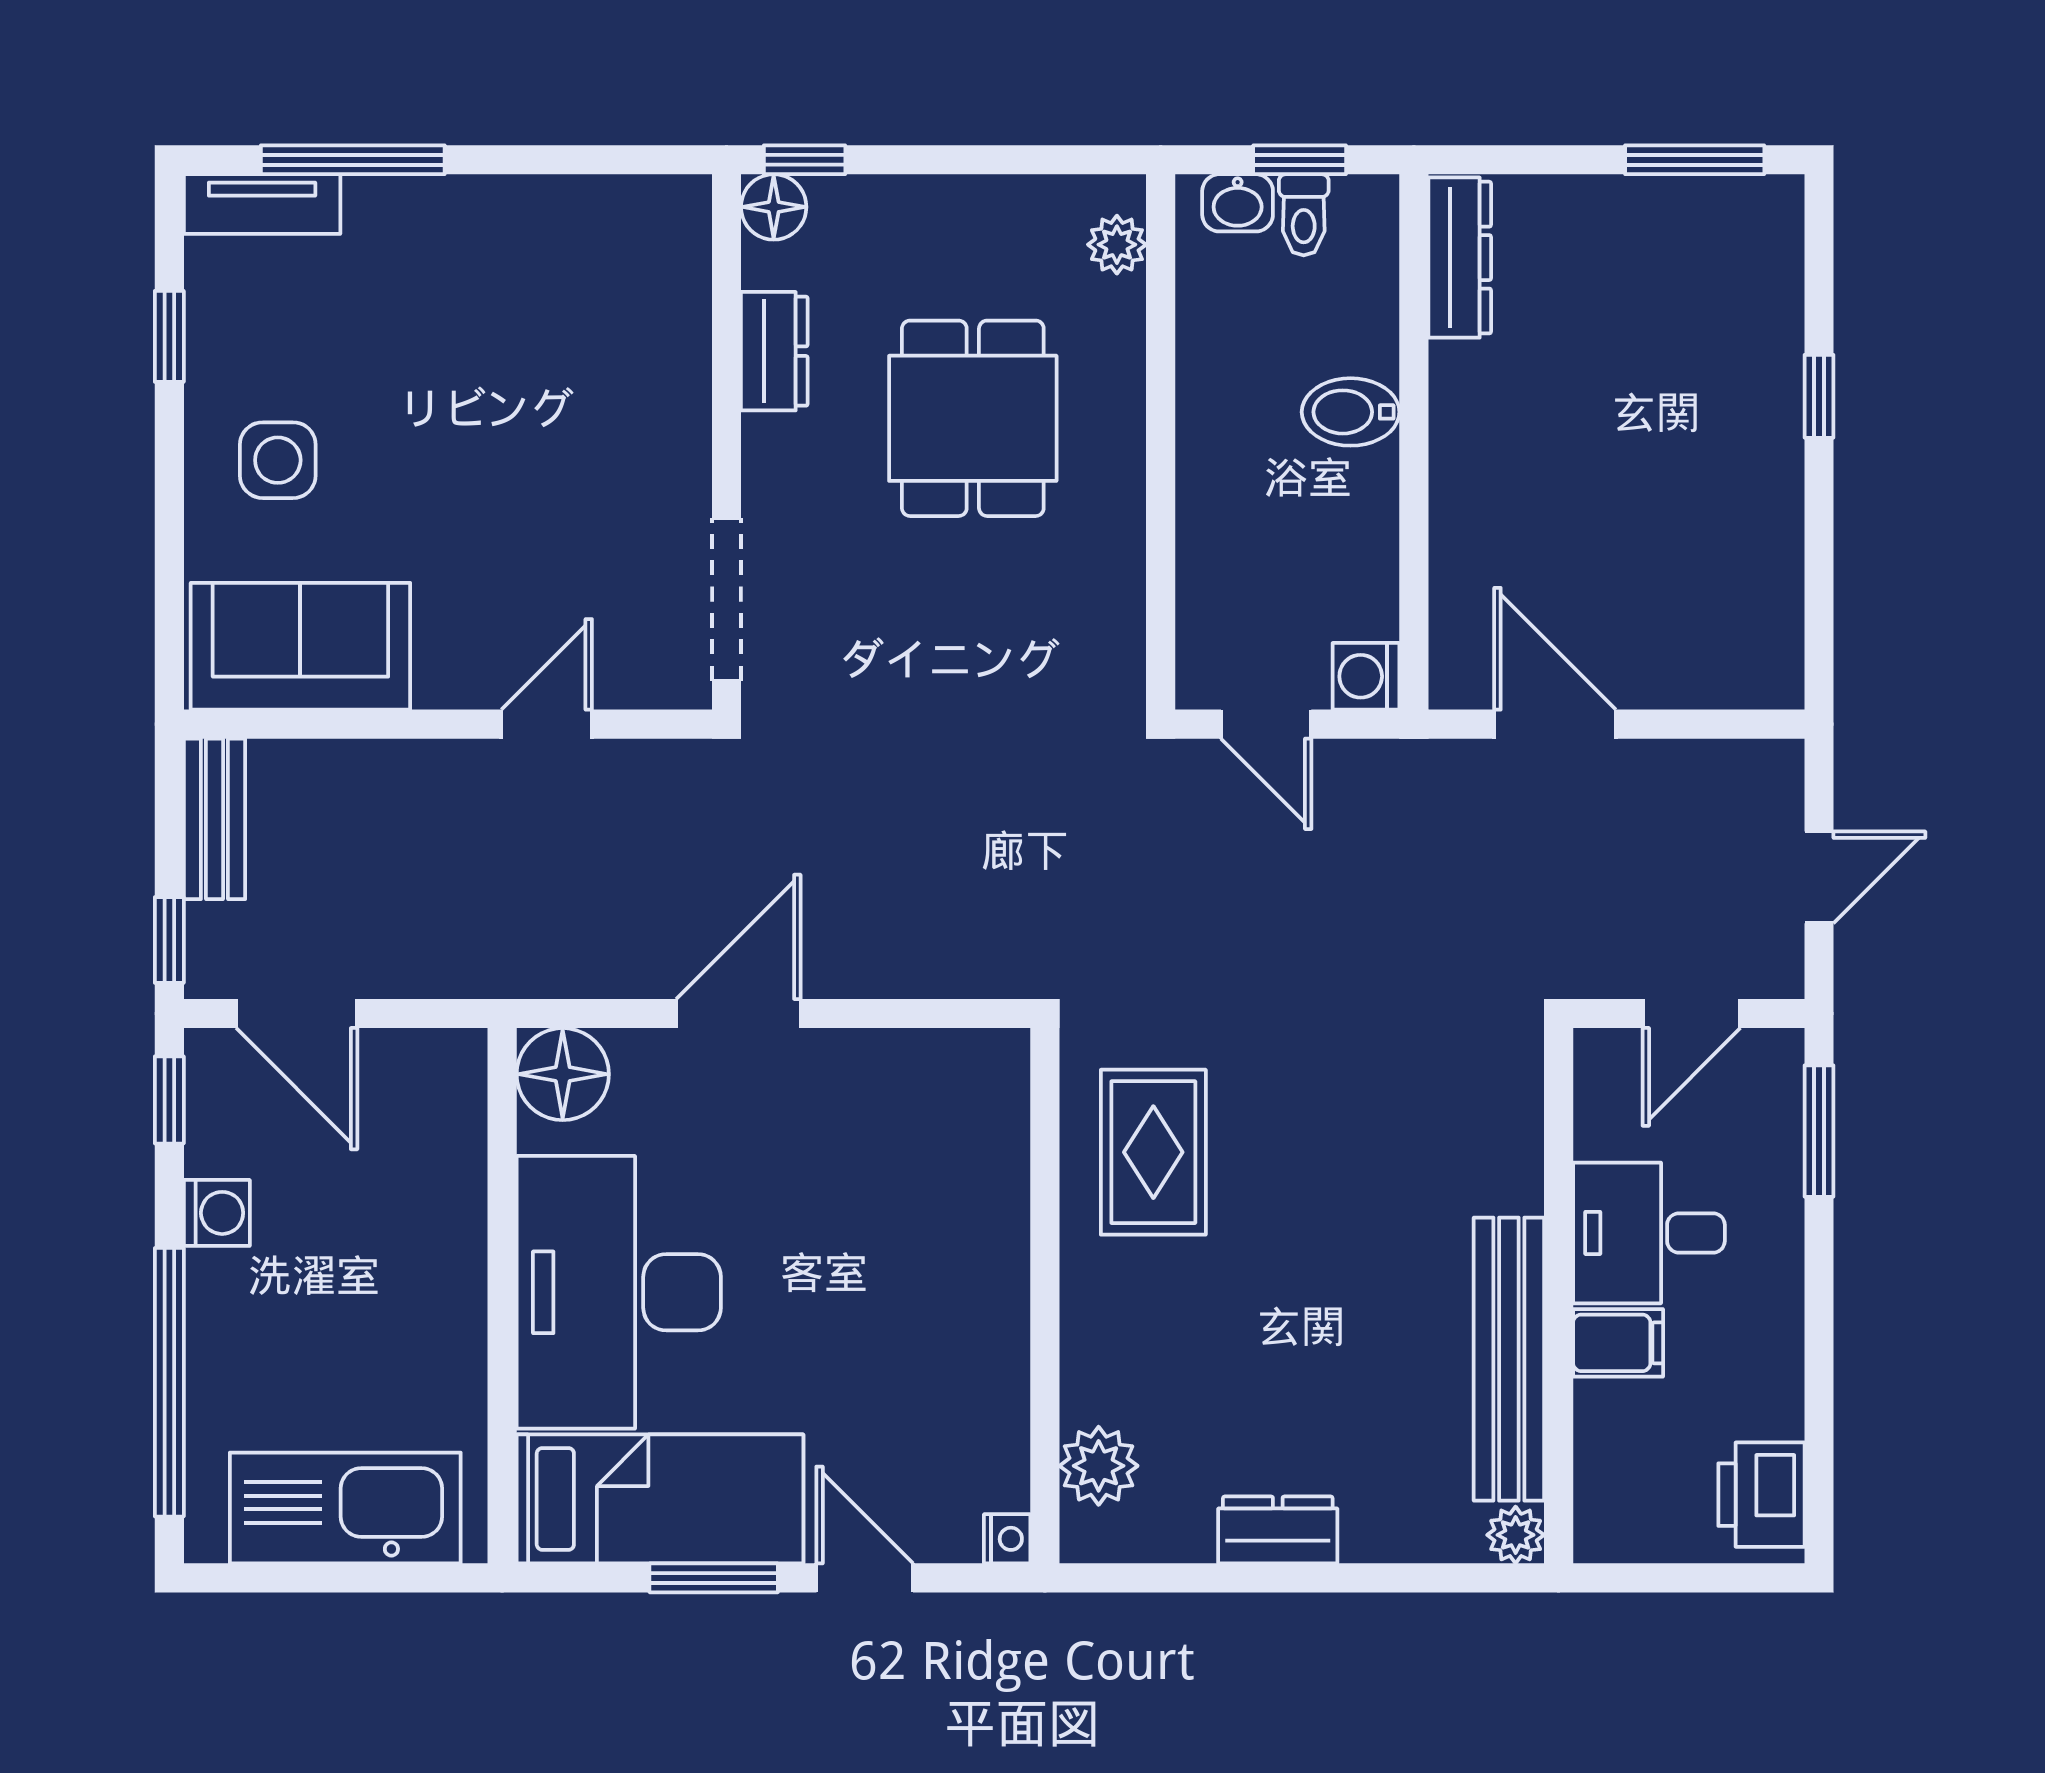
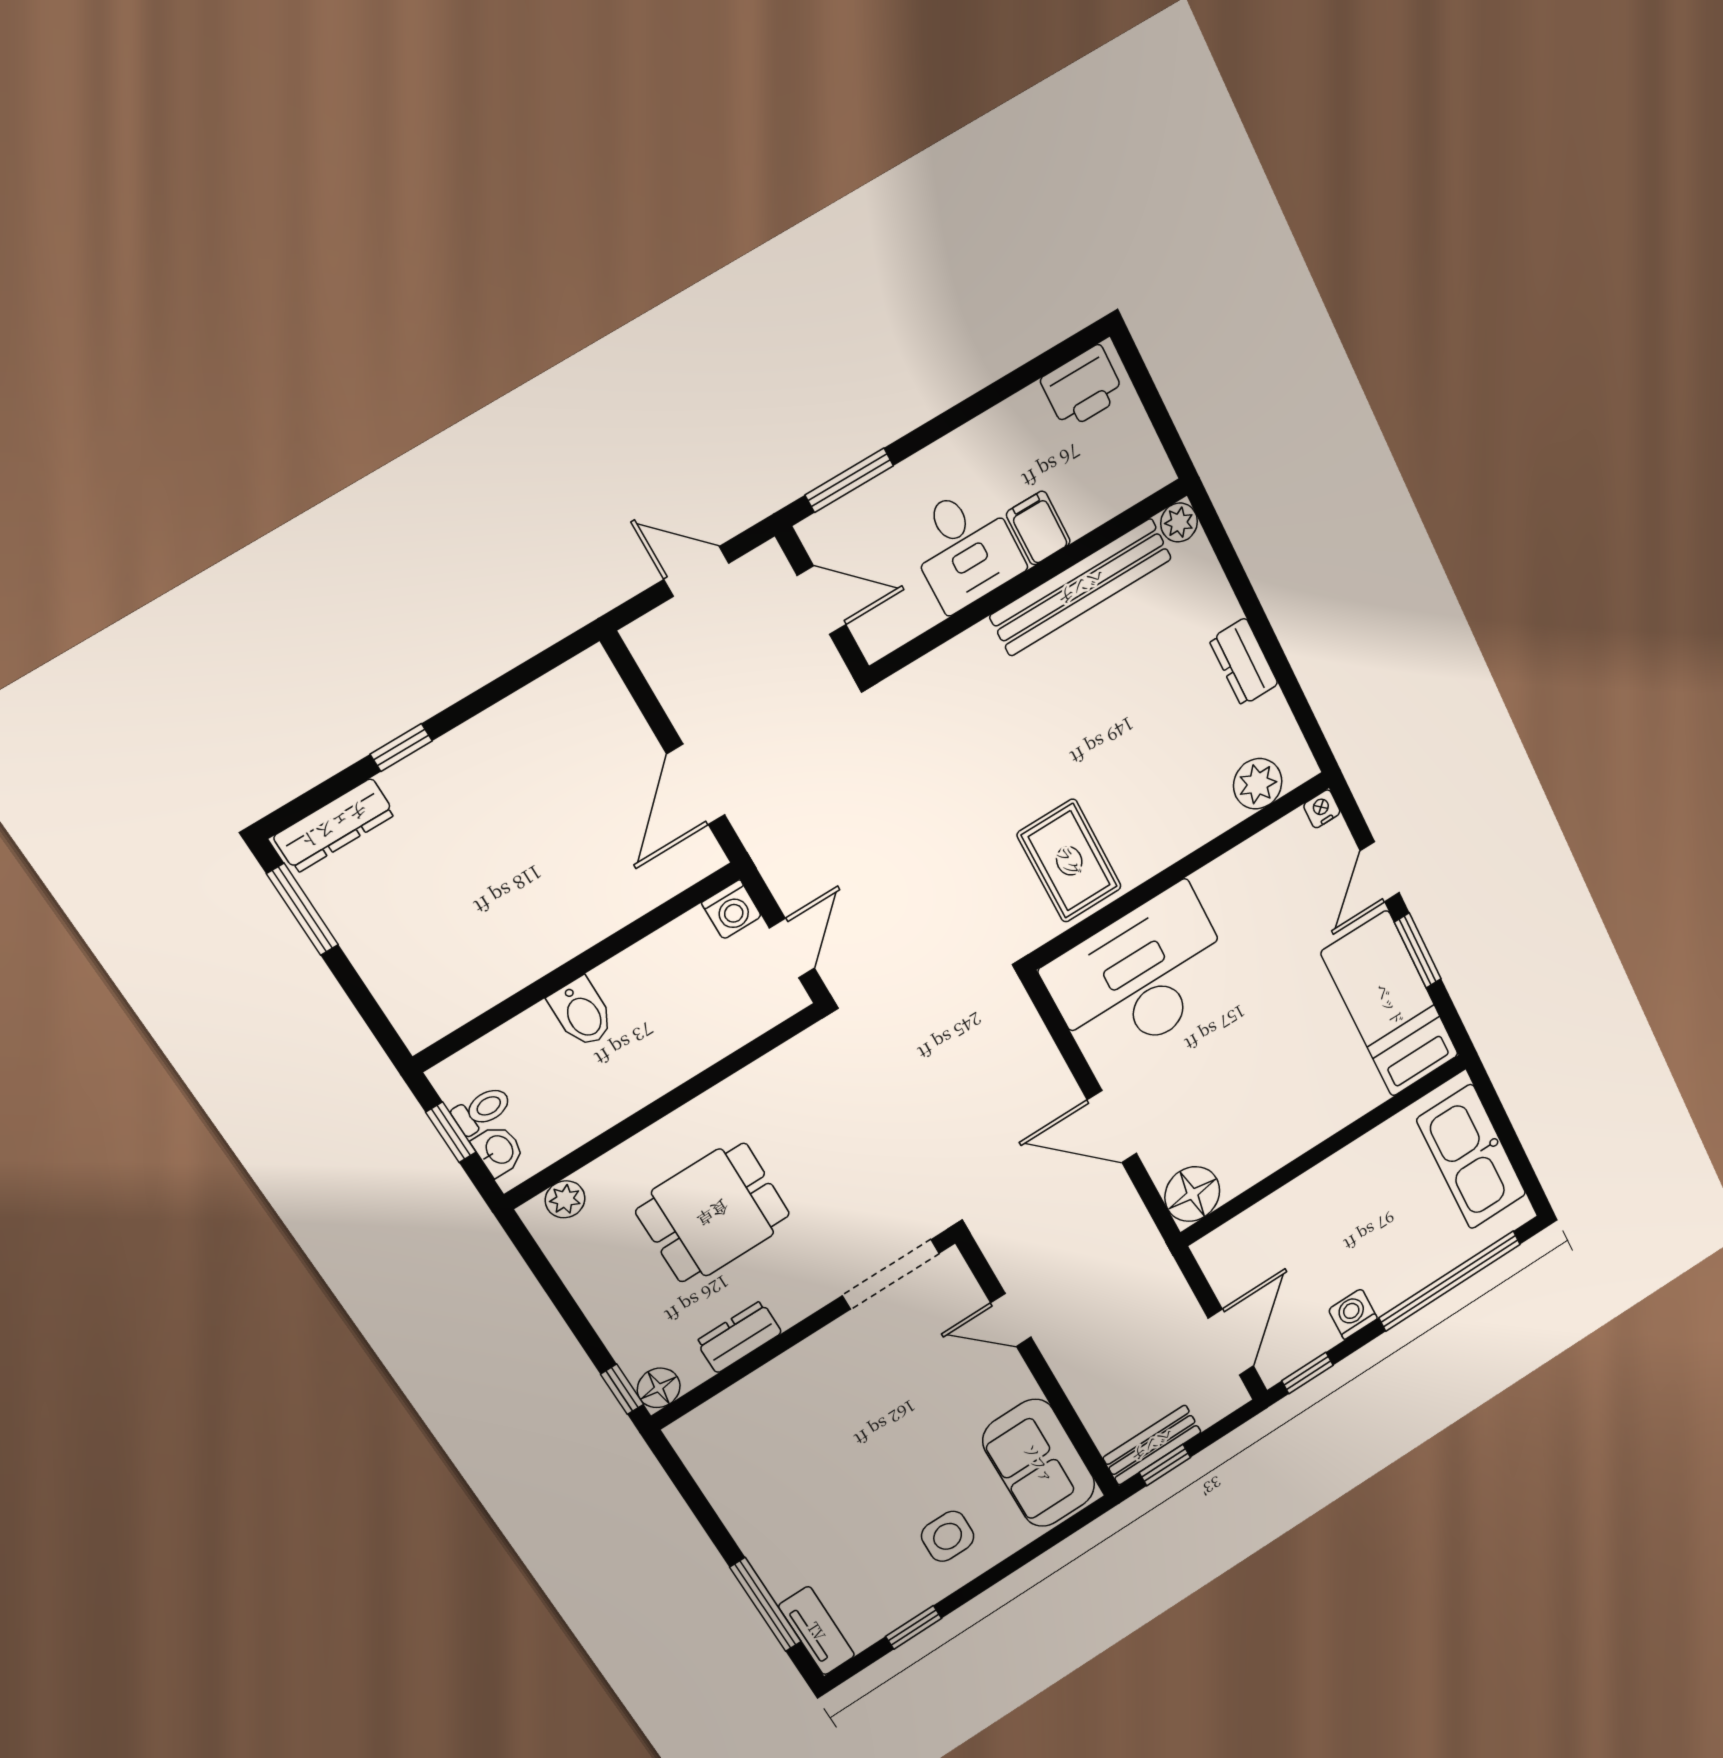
dresser: (1460, 258) -> (334, 826), moved, turned 180
window: (169, 940) -> (1165, 1465), moved
rug: (1153, 1152) -> (1069, 861), turned 90
desk: (619, 1292) -> (1140, 977), moved, turned 180

